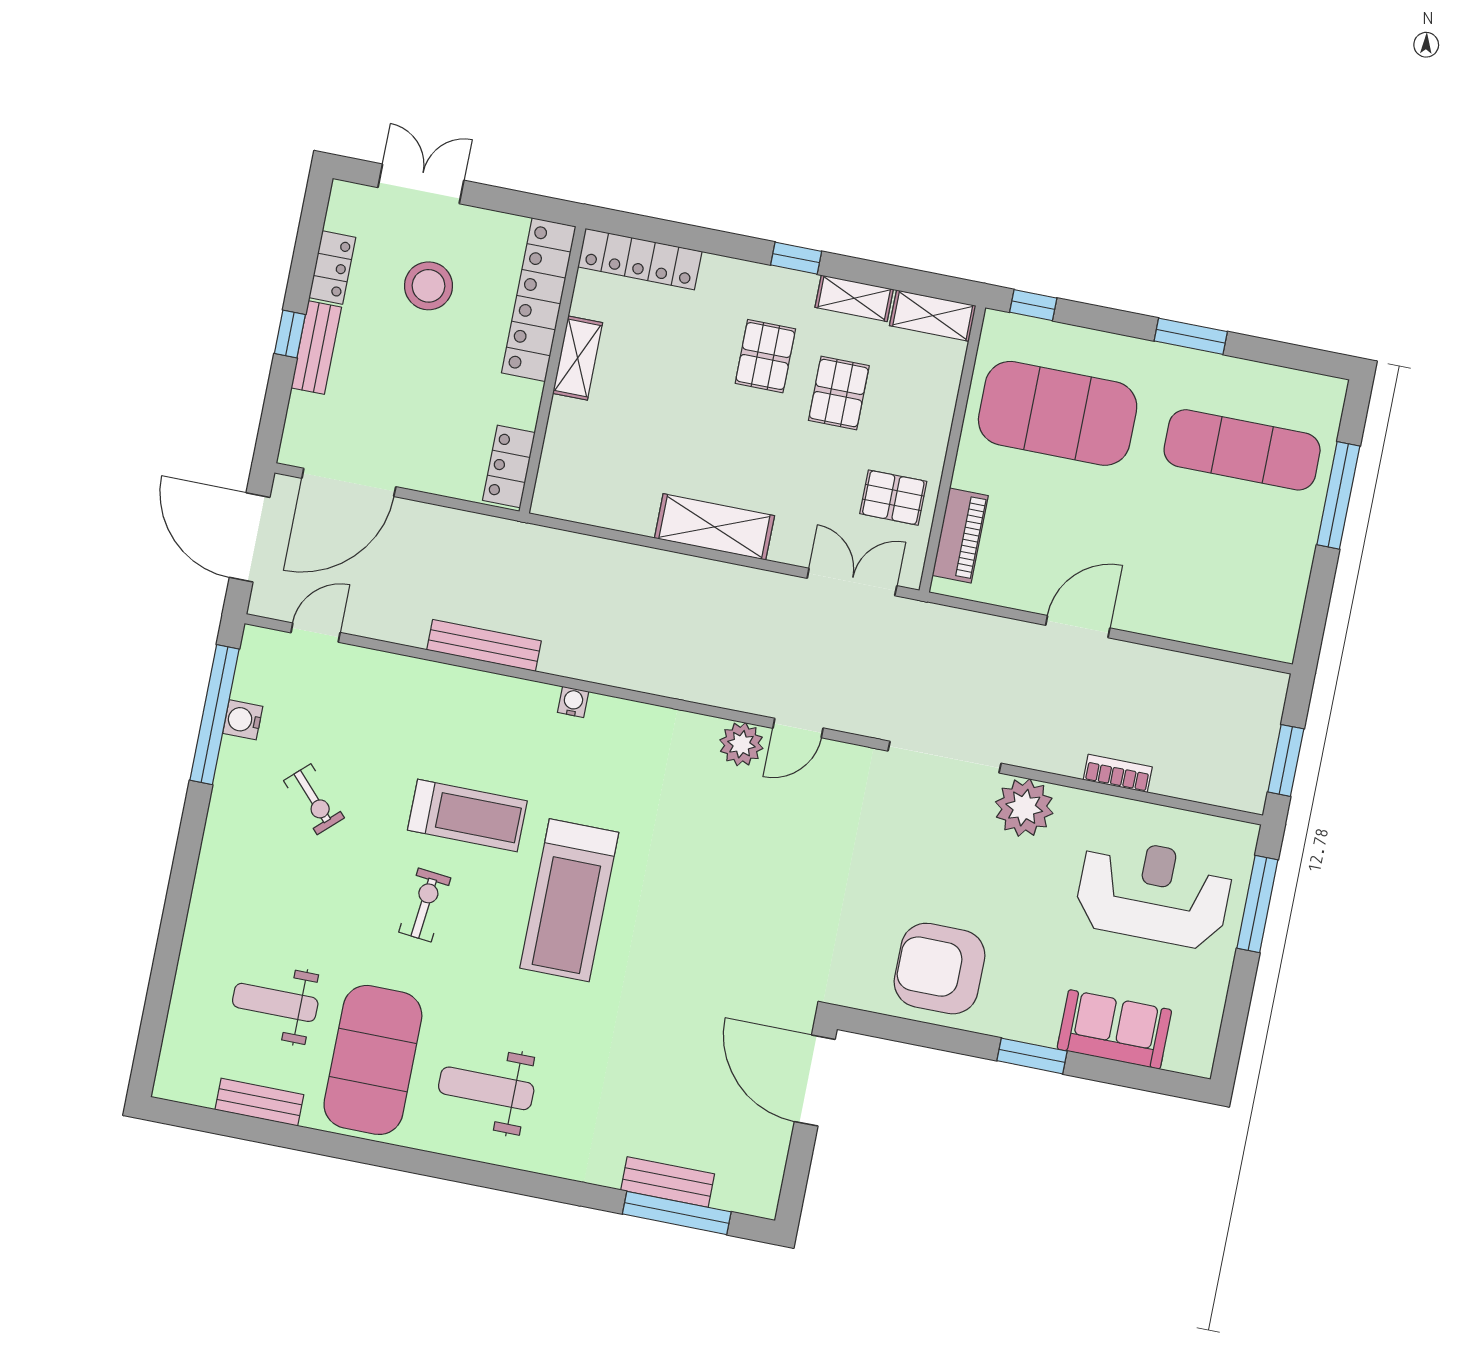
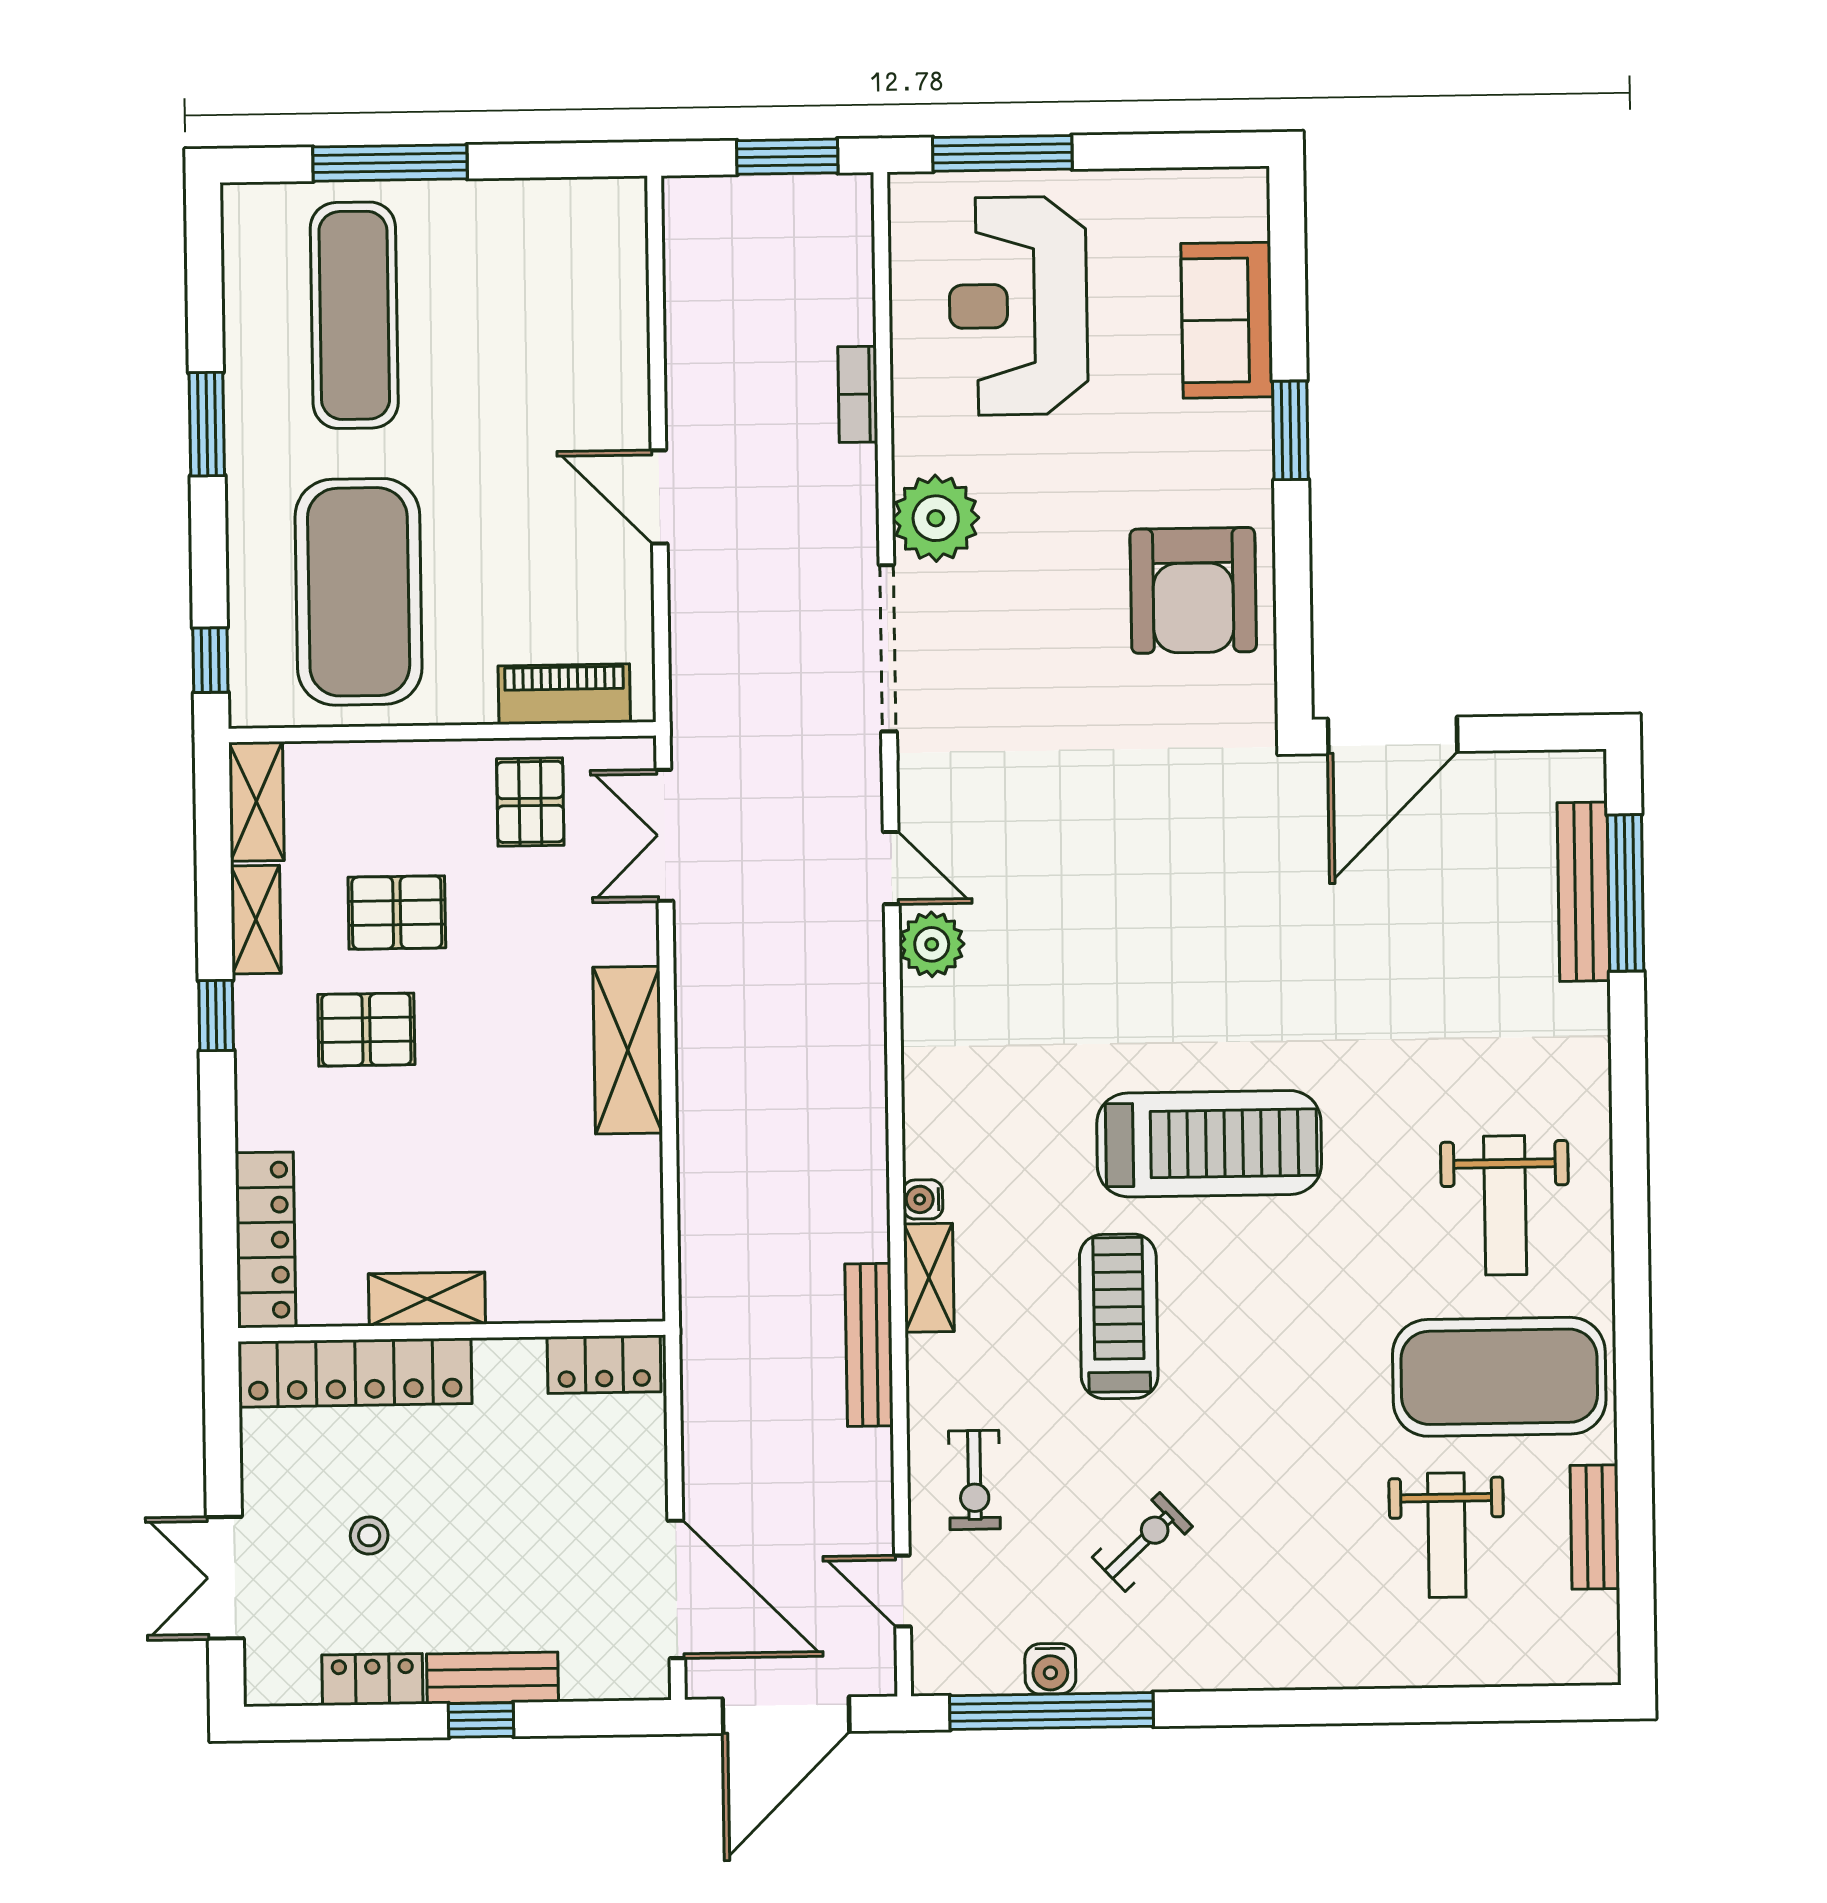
stool: (428, 286) -> (369, 1536), width x0.53, depth x0.53
shelving: (520, 695) -> (929, 1278), added
exercise bike: (425, 905) -> (974, 1480), moved, turned -96
bench: (668, 1182) -> (1584, 892), width x1.36

